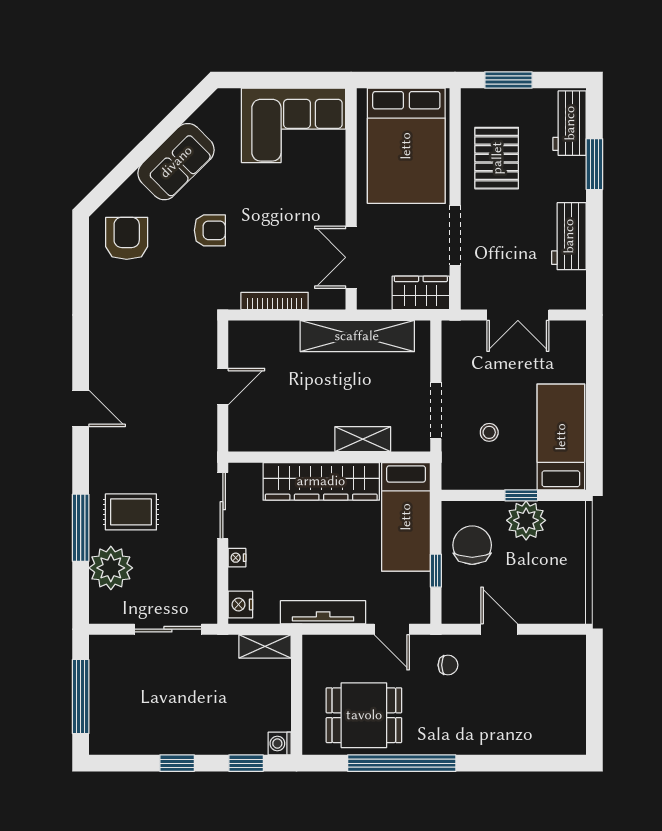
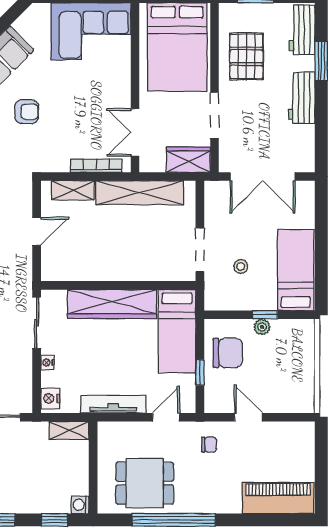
workbench: (569, 236) -> (302, 98), moved
bookcase: (275, 301) -> (96, 166), moved
double door: (518, 315) -> (263, 177), width x1.37
shelving: (363, 439) -> (73, 190), moved
plant: (526, 520) -> (262, 327), width x0.53, depth x0.53
chair: (472, 545) -> (228, 353), turned 90
door: (392, 629) -> (166, 417), swing flipped
piano: (538, 735) -> (278, 498), added

